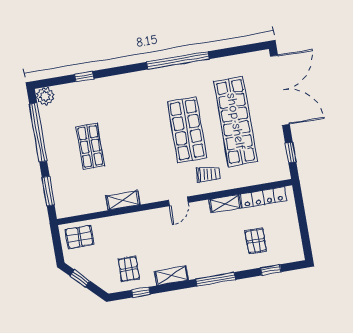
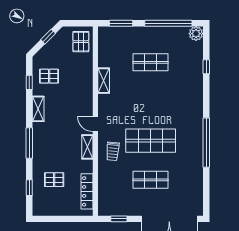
shop shelf: (236, 121) -> (151, 180), width x0.50, depth x0.74
shelving: (225, 204) -> (87, 147), moved

